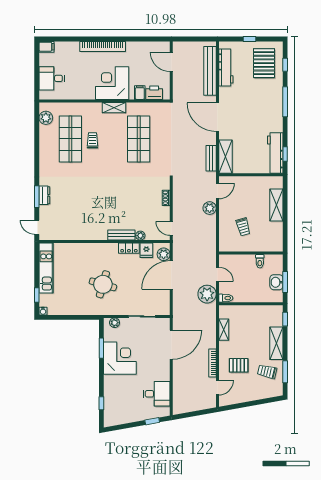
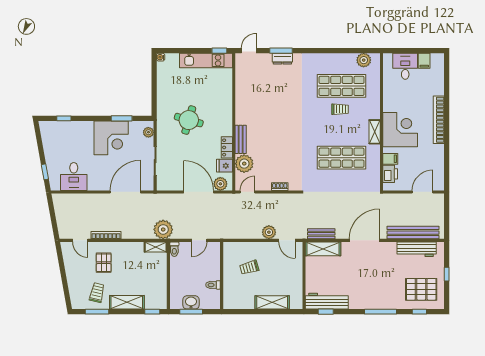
filing cabinet: (46, 47) -> (424, 61), moved
plant: (140, 236) -> (244, 164), width x1.87, depth x1.87
plant: (207, 294) -> (163, 229), moved
window: (37, 295) -> (219, 51), moved
shelving: (224, 330) -> (156, 247), moved
door: (171, 345) -> (125, 192), swing flipped

